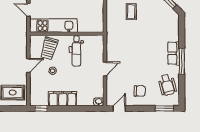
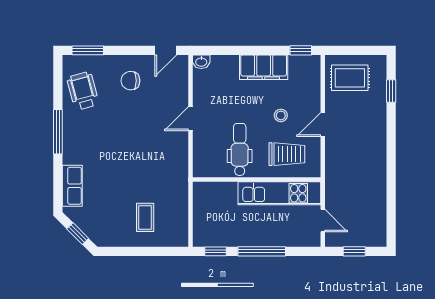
trolley: (49, 48) -> (287, 154), turned 75
row of seats: (173, 53) -> (72, 186), moved

